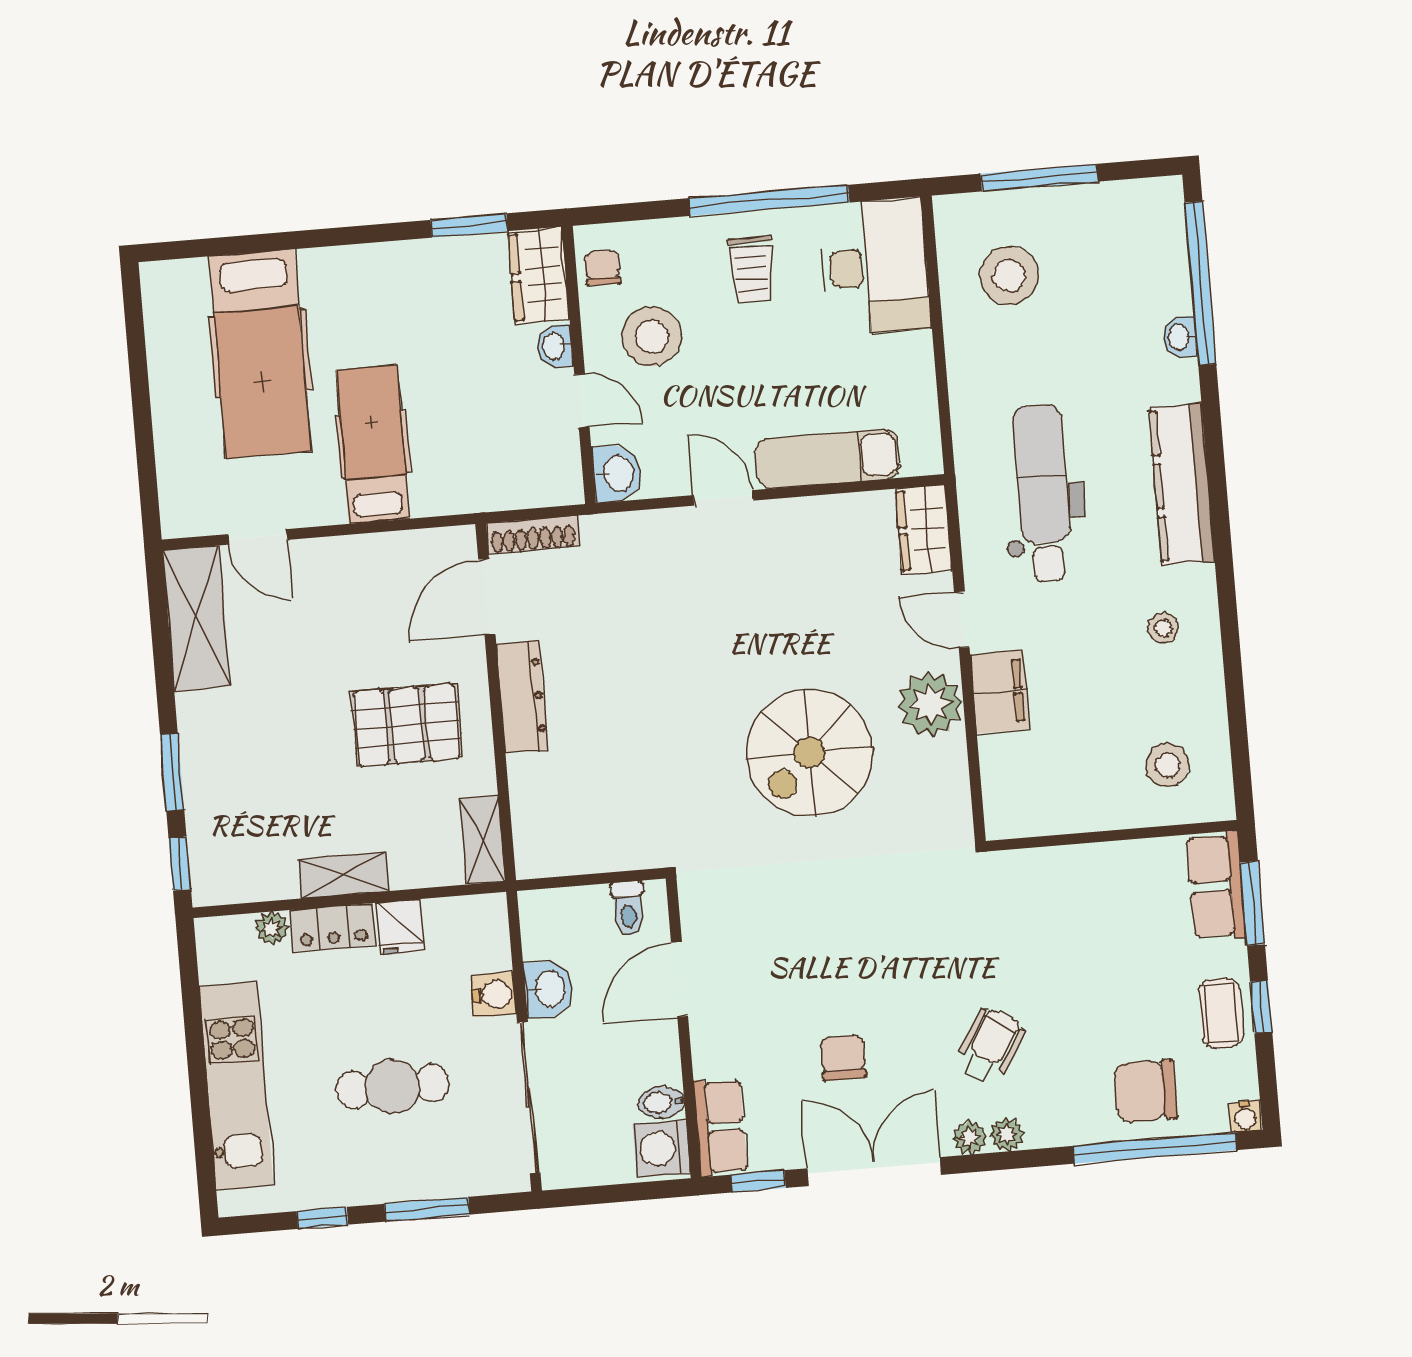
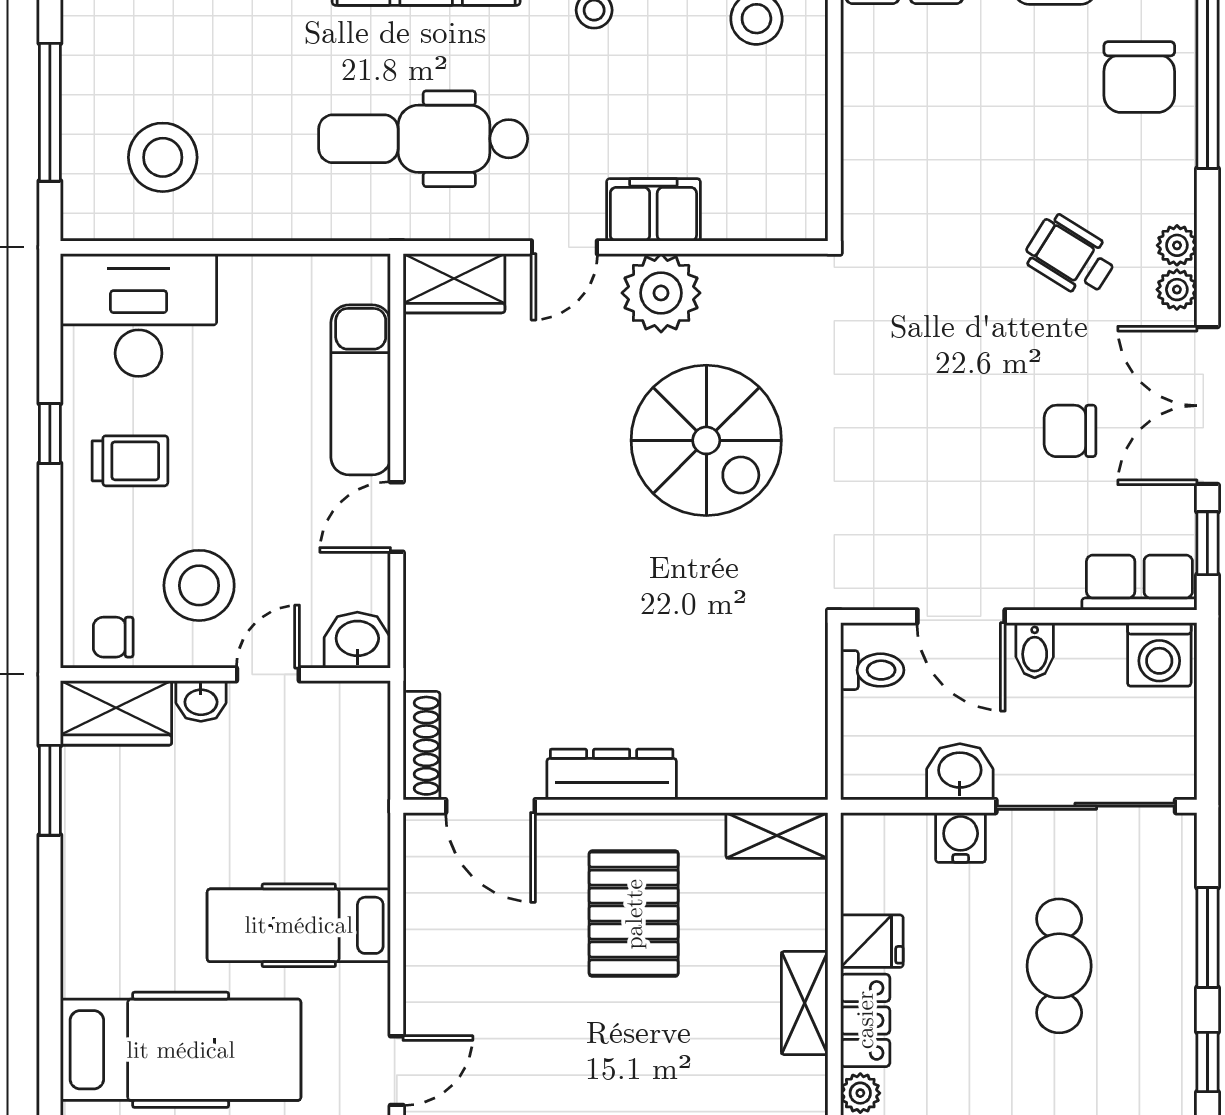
window: (769, 200) -> (50, 433), width x0.32
bidet: (661, 1102) -> (1035, 650), moved

